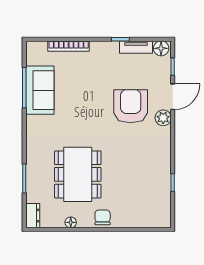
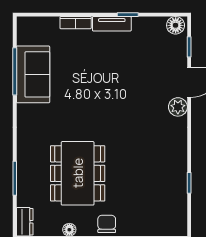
bookcase: (69, 46) -> (76, 23), width x0.64
tv unit: (136, 47) -> (112, 24), moved
armchair: (131, 106) -> (140, 93), removed

